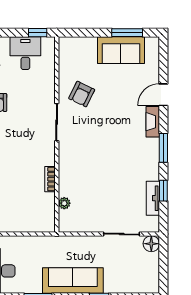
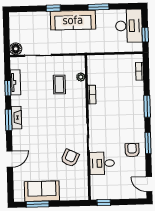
desk: (25, 53) -> (102, 163), moved, turned 90
fireplace: (153, 122) -> (16, 118), moved
coffee table: (94, 194) -> (59, 84), added

